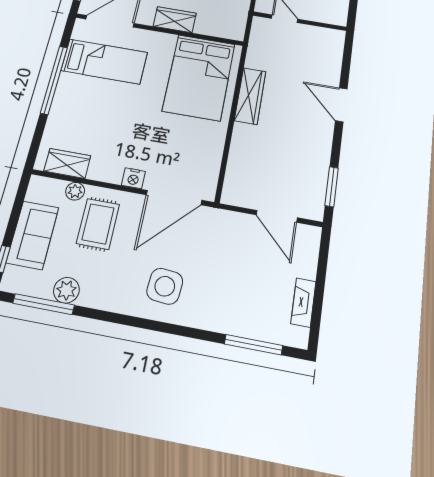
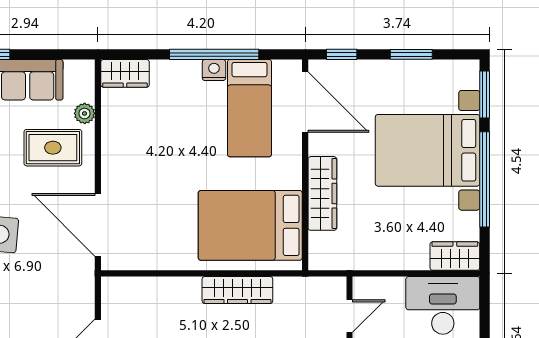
wardrobe: (175, 20) -> (322, 193), width x1.50
wardrobe: (67, 163) -> (125, 73), moved, turned 90
nightstand: (133, 178) -> (214, 70), moved, turned 90

